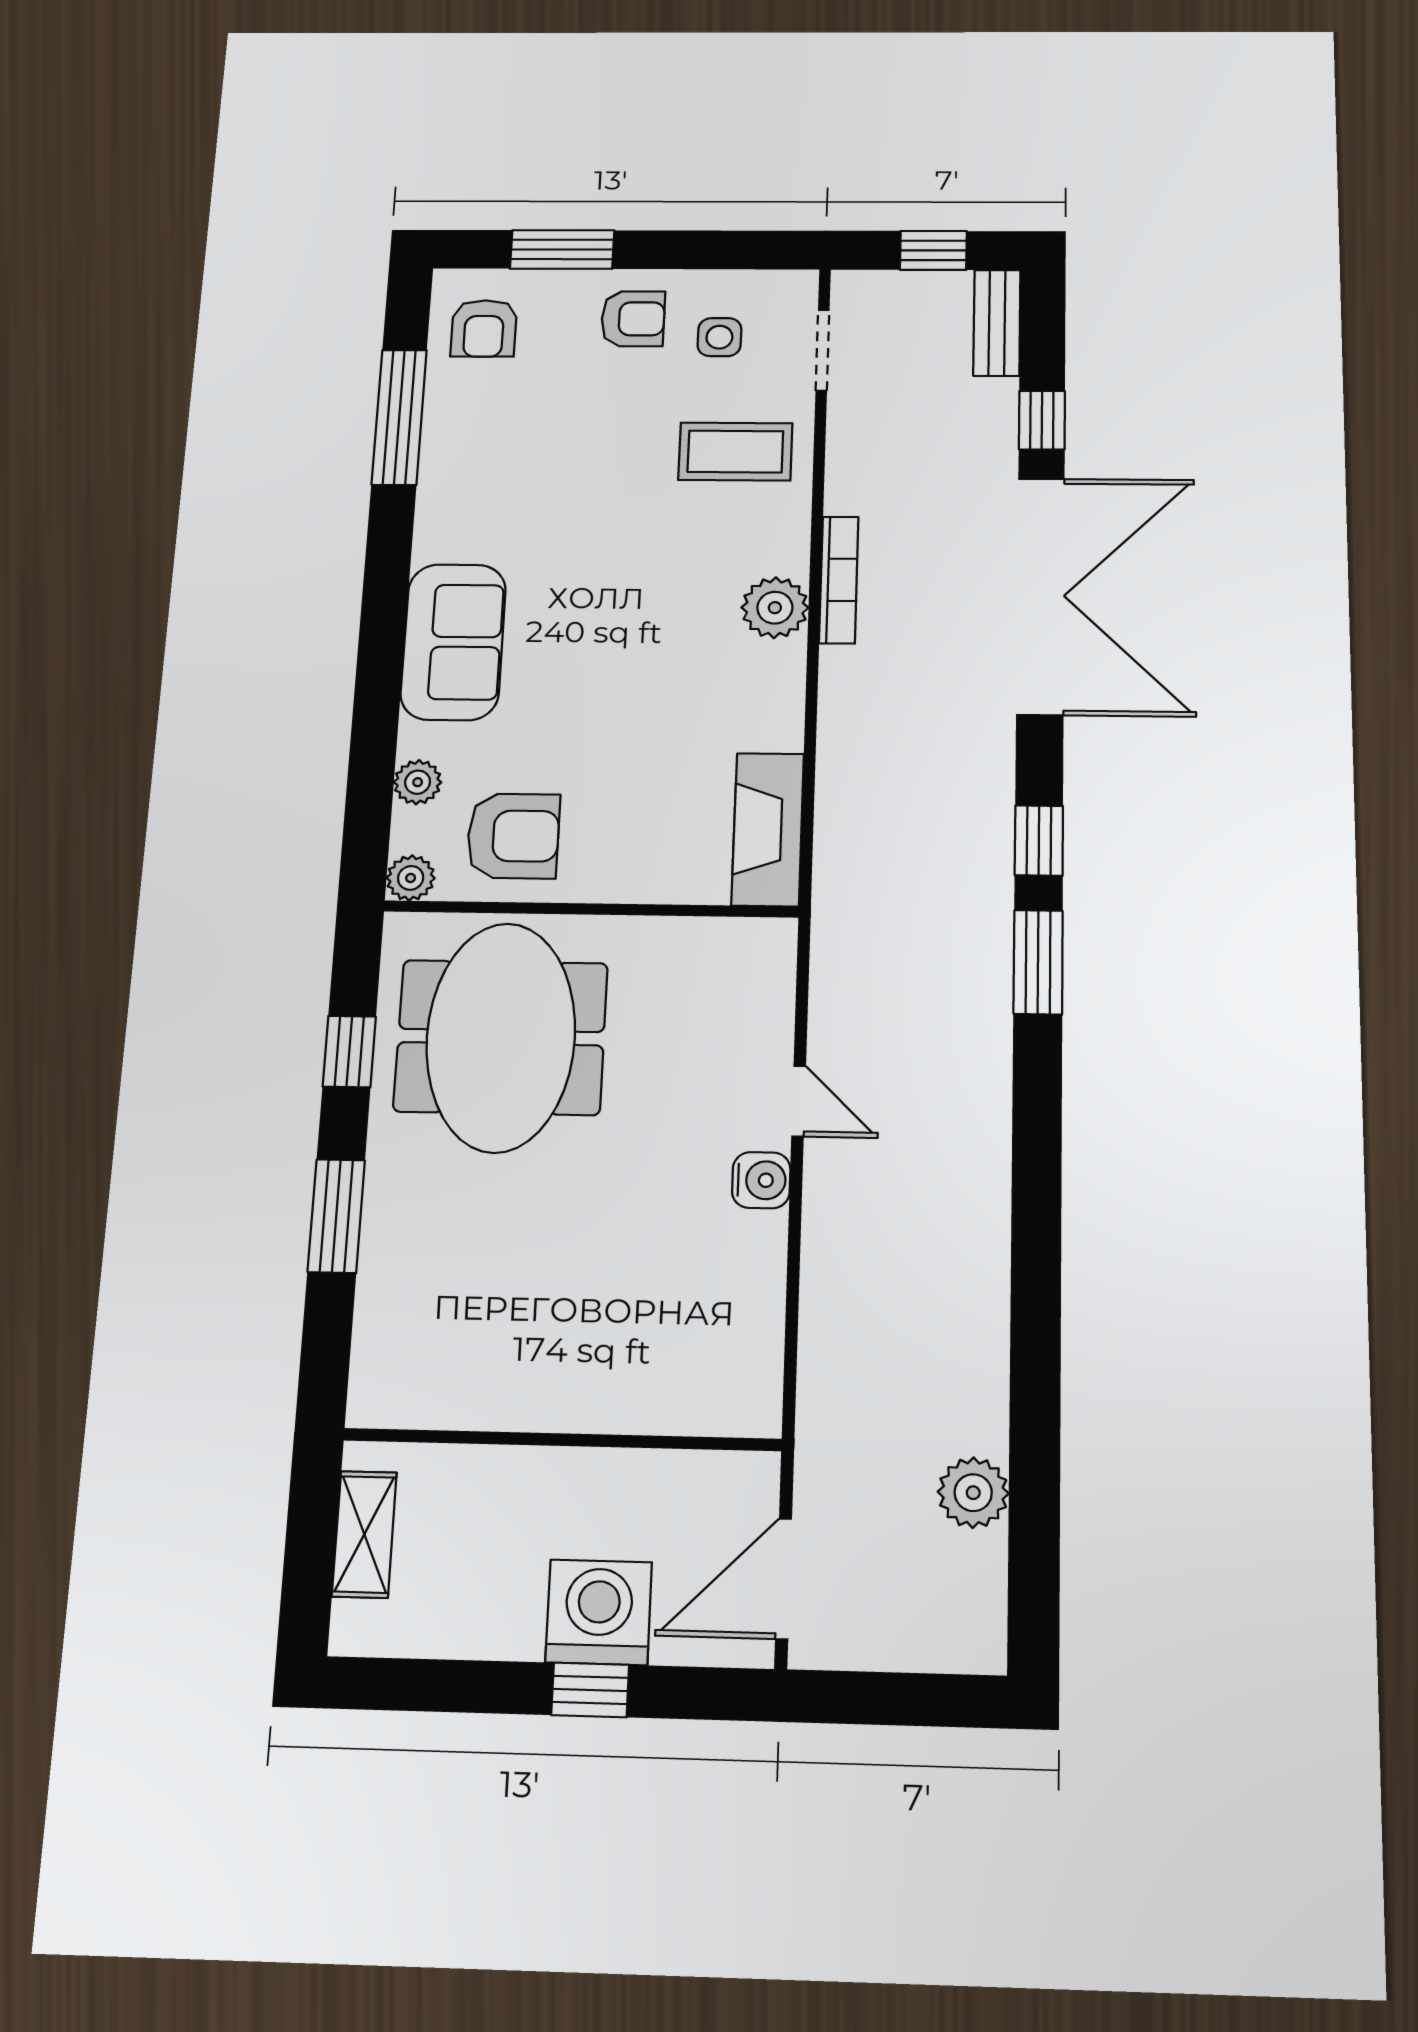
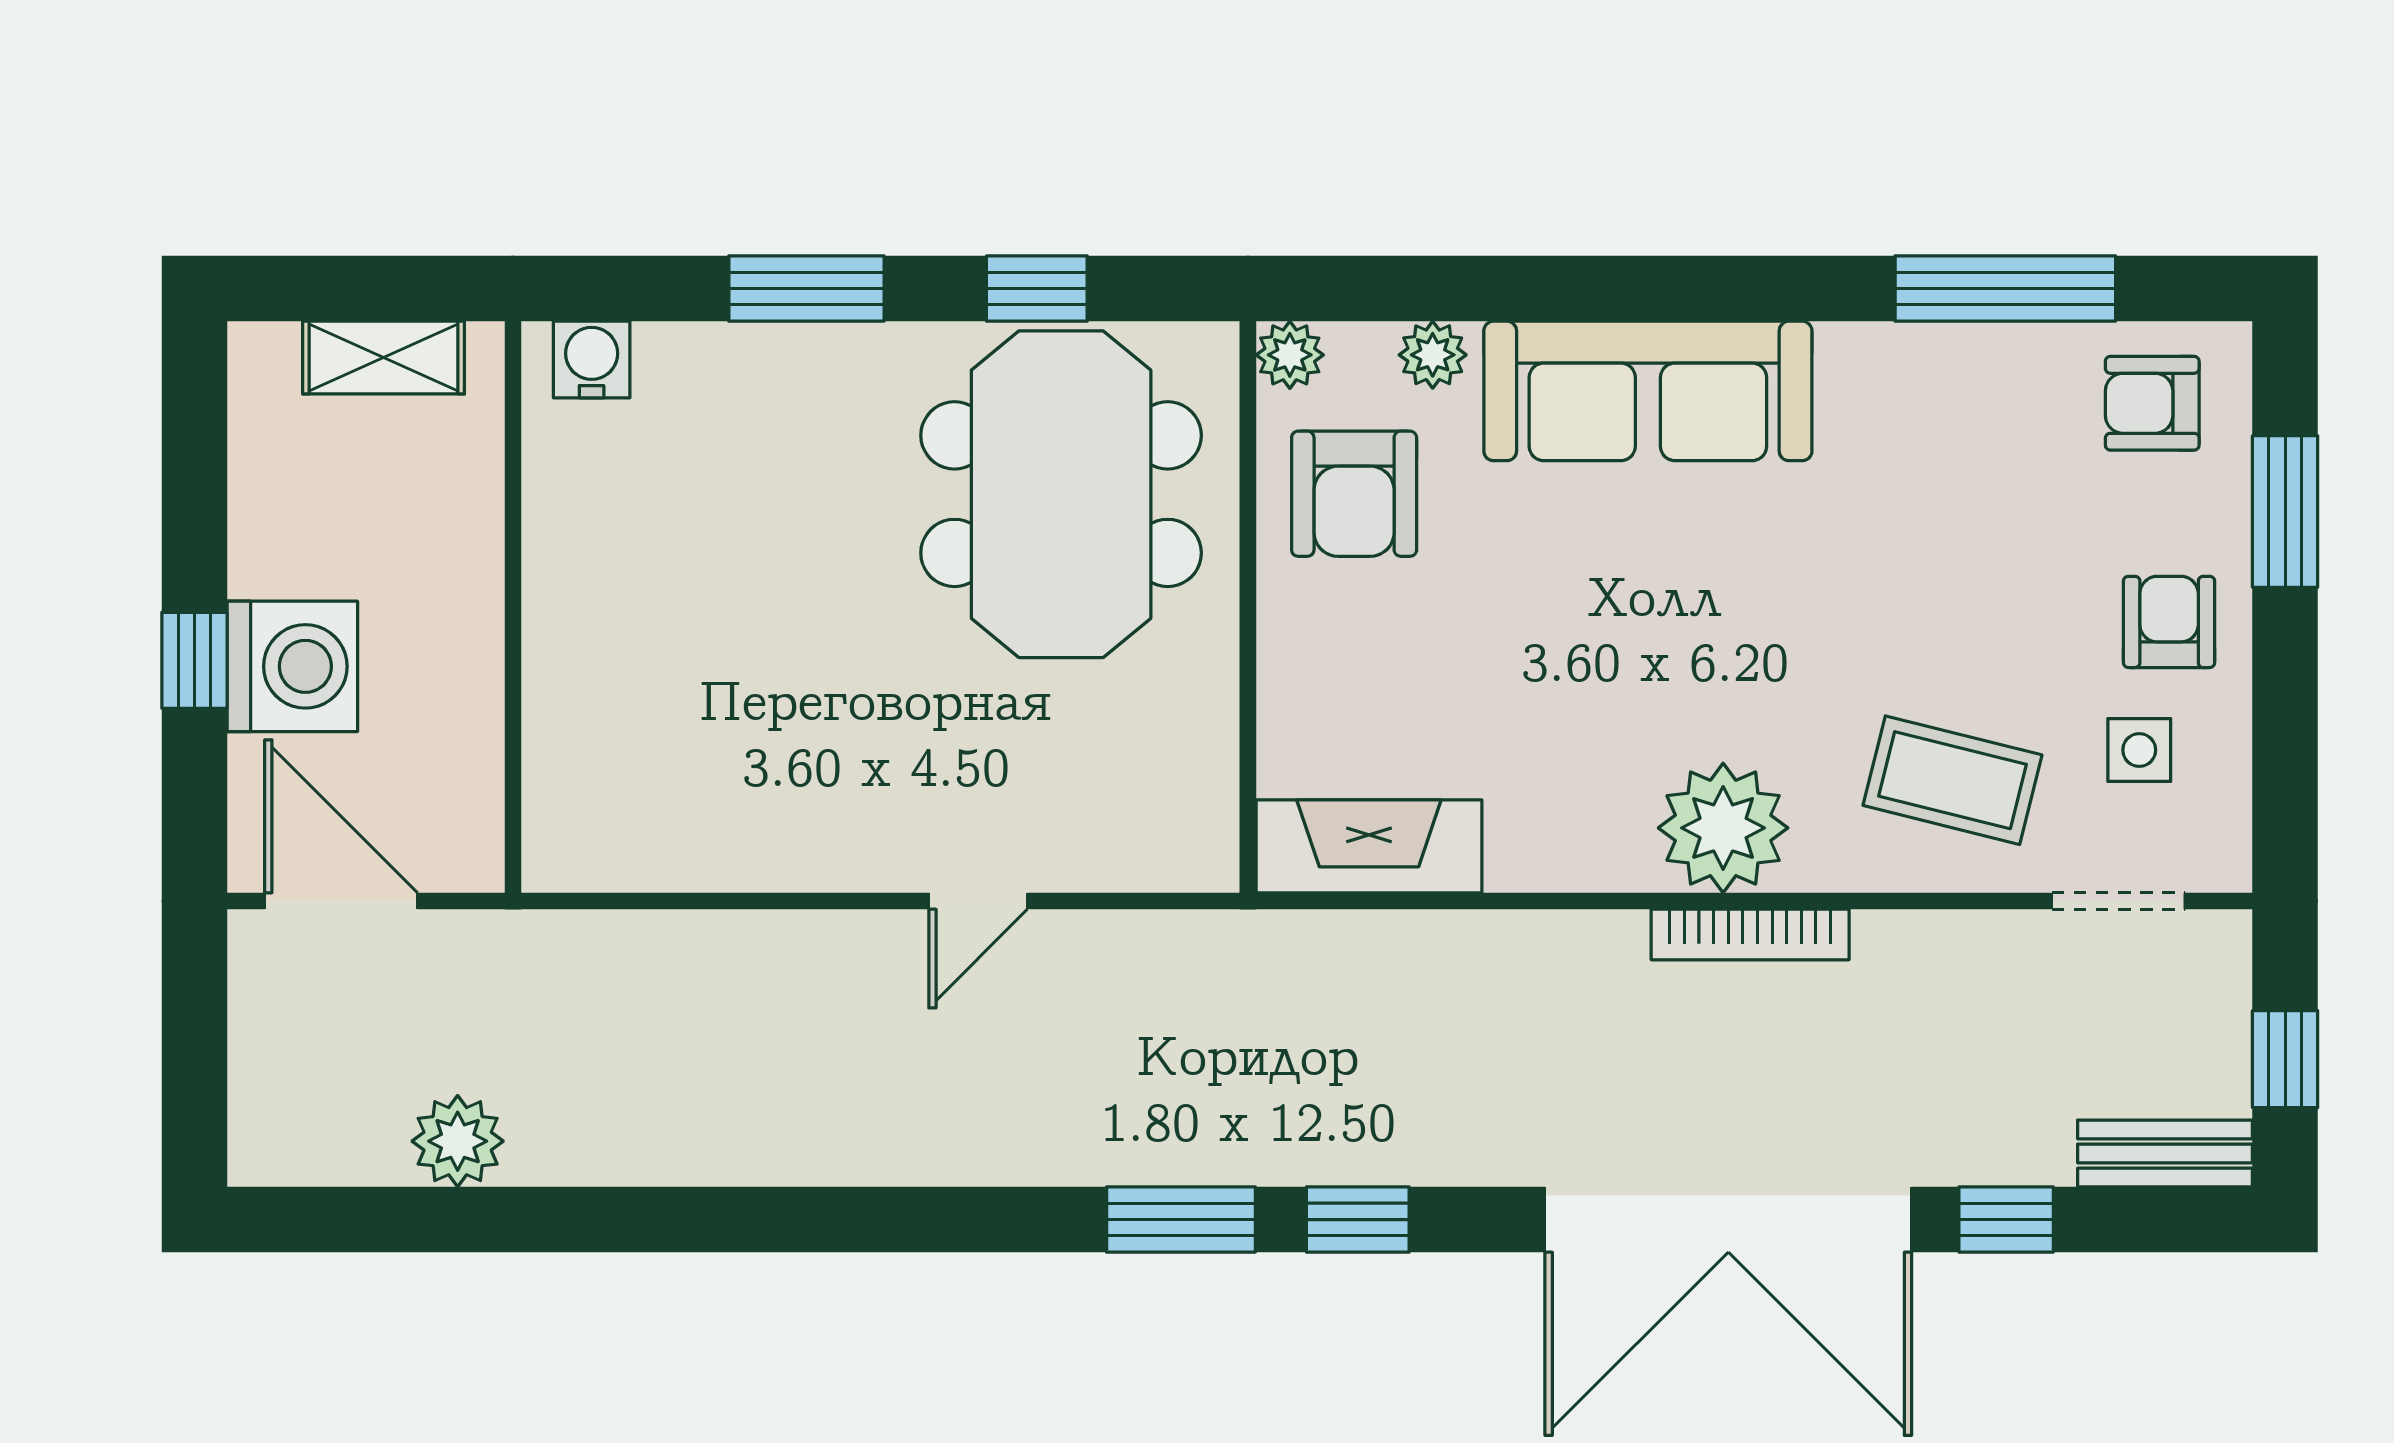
armchair: (633, 319) -> (2169, 622), turned 180
coffee table: (735, 452) -> (1952, 780), turned -76
plant: (775, 608) -> (1723, 828), width x1.36, depth x1.36
sofa: (453, 642) -> (1648, 391), width x1.36
meeting table: (501, 1037) -> (1061, 494), turned 90
water cooler: (761, 1180) -> (592, 360), moved, turned 180

